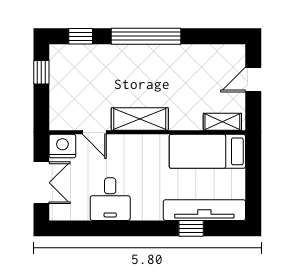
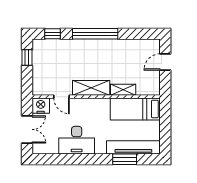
shelving: (222, 122) -> (123, 90), moved
desk: (110, 199) -> (77, 140), width x1.37
window: (191, 228) -> (125, 159), width x1.50

